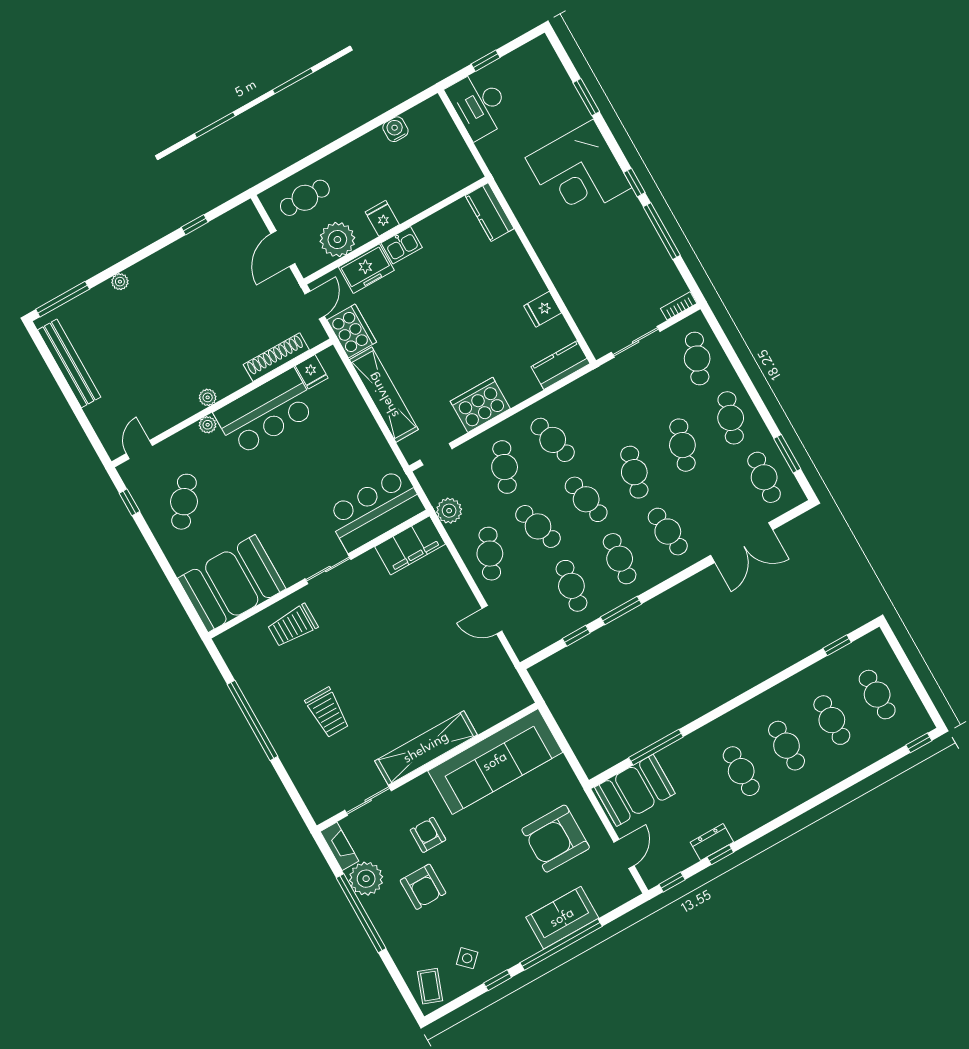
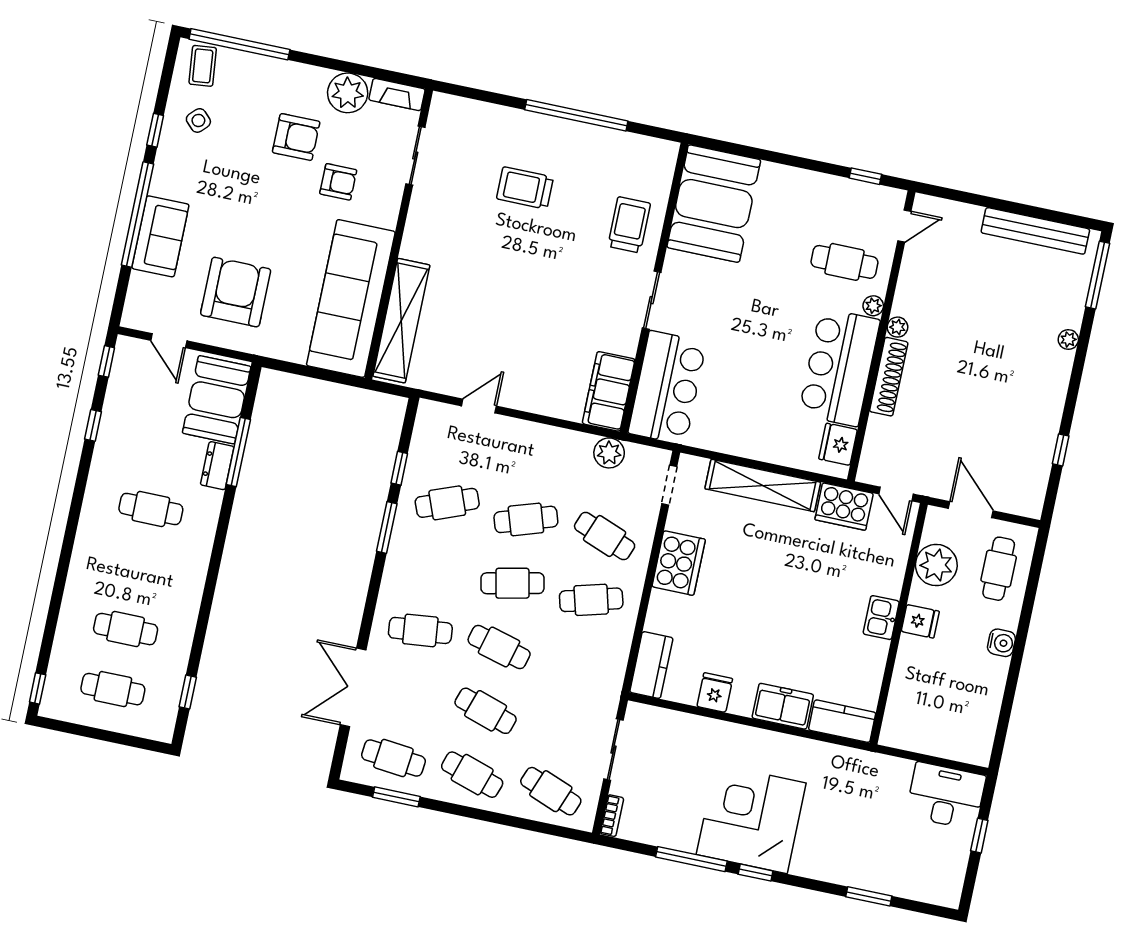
water cooler: (395, 129) -> (1001, 643), moved
corner desk: (578, 173) -> (751, 819), moved
freezer: (366, 269) -> (783, 706), moved, turned 90
shoe rack: (276, 357) -> (889, 377), moved
fridge: (312, 372) -> (838, 444), width x1.38
door: (139, 450) -> (904, 226), hinge flipped
cafe table: (184, 502) -> (844, 262), moved, turned -38
cafe table: (490, 554) -> (539, 456), removed
cafe table: (620, 559) -> (434, 567), removed
cafe table: (571, 586) -> (447, 503), turned -30
cafe table: (787, 746) -> (138, 569), removed
shelving: (426, 748) -> (401, 321), moved
dresser: (712, 842) -> (217, 466), moved, turned 180
armchair: (423, 887) -> (296, 137), turned 180
window: (361, 913) -> (239, 44), moved
coffee table: (430, 986) -> (203, 66), turned 64

